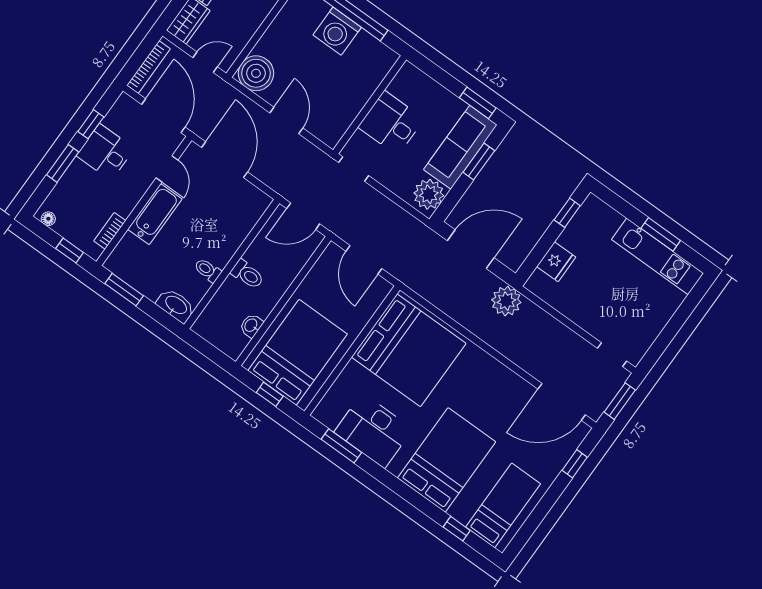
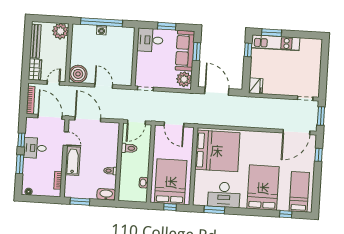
washing machine: (337, 31) -> (102, 30), width x0.53, depth x0.53
window: (478, 103) -> (167, 26), moved
desk: (391, 123) -> (150, 40), moved
window: (661, 234) -> (272, 33), moved
door: (471, 249) -> (217, 91), hinge flipped
window: (70, 250) -> (46, 199), removed
kitchen unit: (658, 256) -> (276, 43), moved
fridge: (556, 262) -> (256, 86), moved
toilet: (247, 274) -> (129, 148), moved
plant: (506, 301) -> (246, 104), removed

